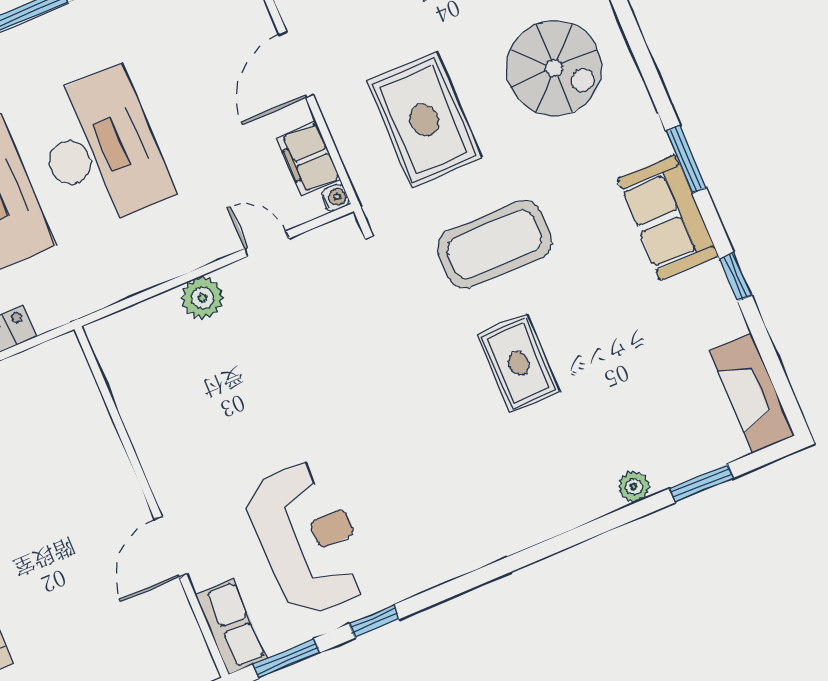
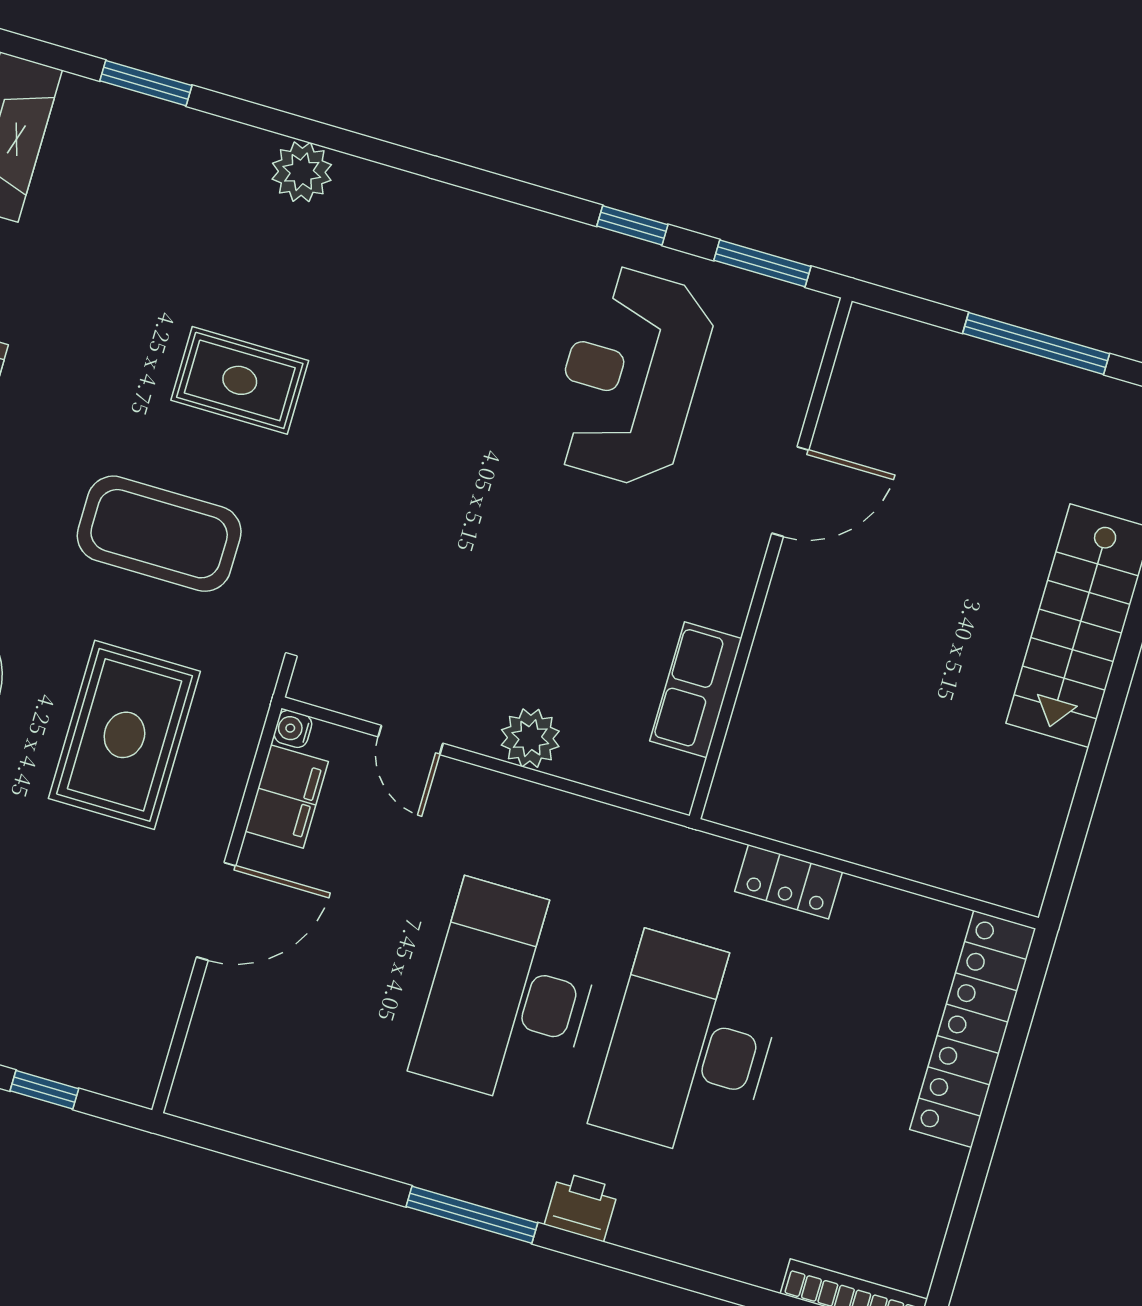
rug: (519, 363) -> (240, 380), turned 90
plant: (634, 487) -> (302, 172), moved, width x1.38, depth x1.38
row of seats: (231, 626) -> (696, 690), moved

